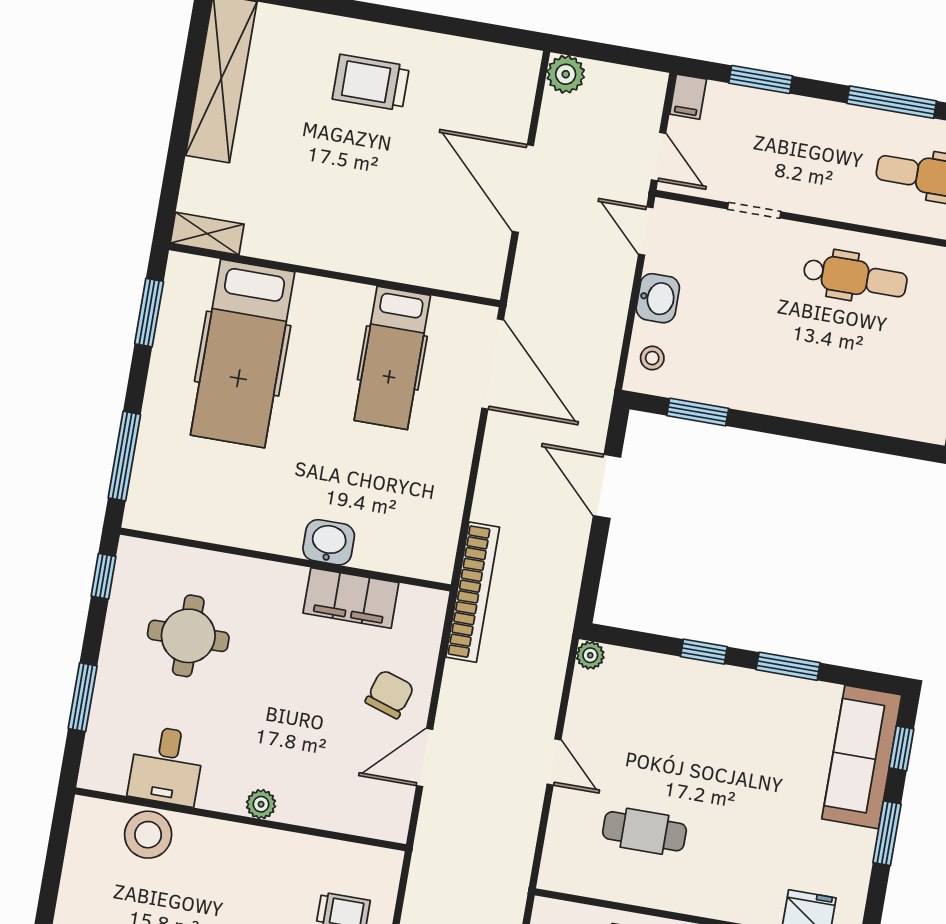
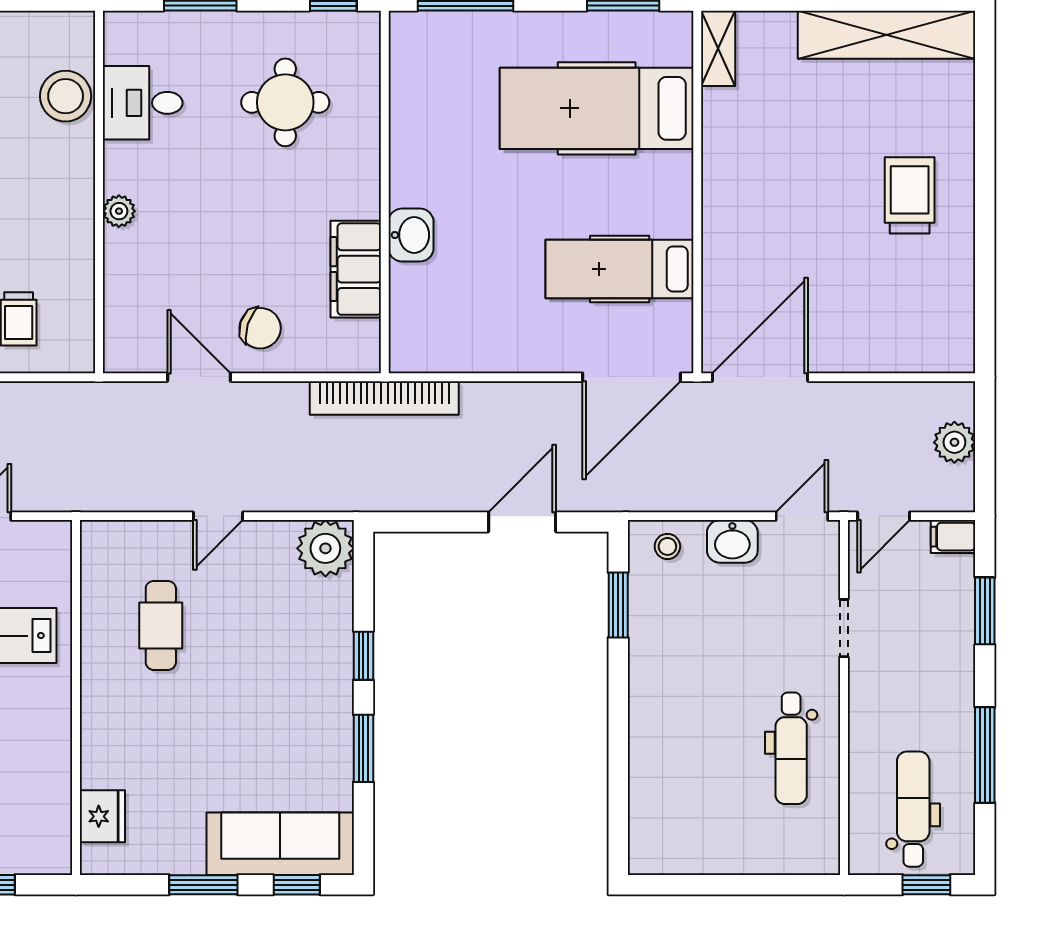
plant: (566, 74) -> (954, 442), moved
door: (523, 189) -> (760, 377), moved
plant: (590, 655) -> (325, 548), width x1.88, depth x1.88

